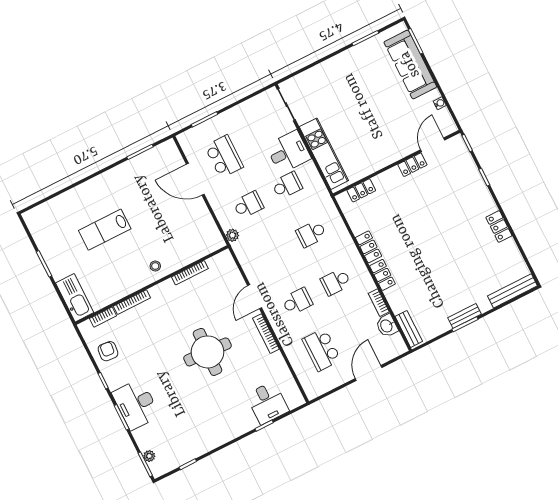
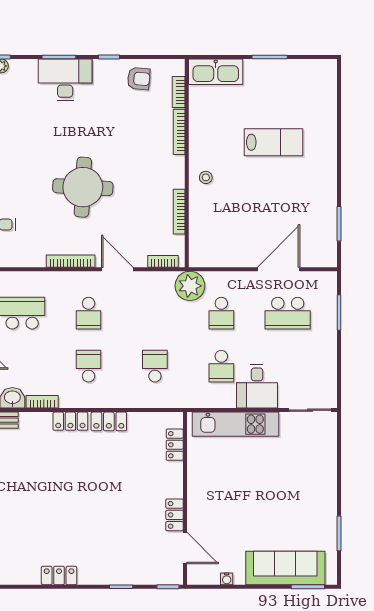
lab bench: (105, 230) -> (274, 142), turned 90
plant: (232, 235) -> (190, 286), width x1.88, depth x1.88
bookcase: (232, 266) -> (163, 261), added

